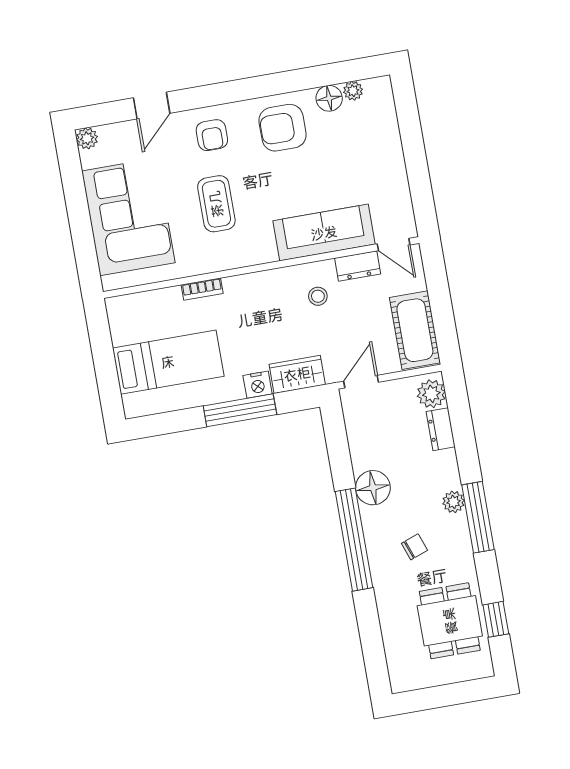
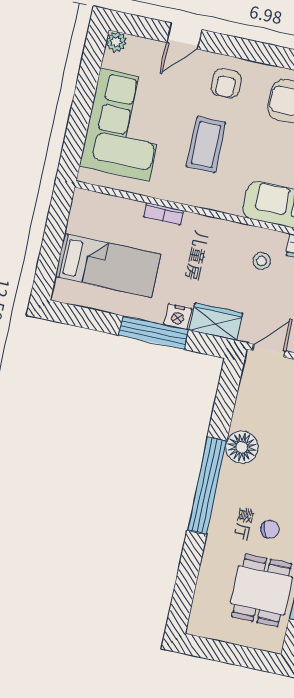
chair: (415, 547) -> (270, 529), moved

